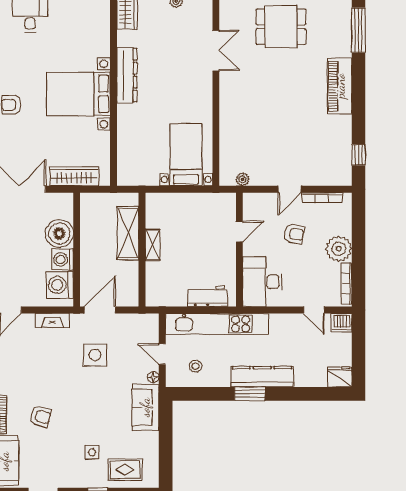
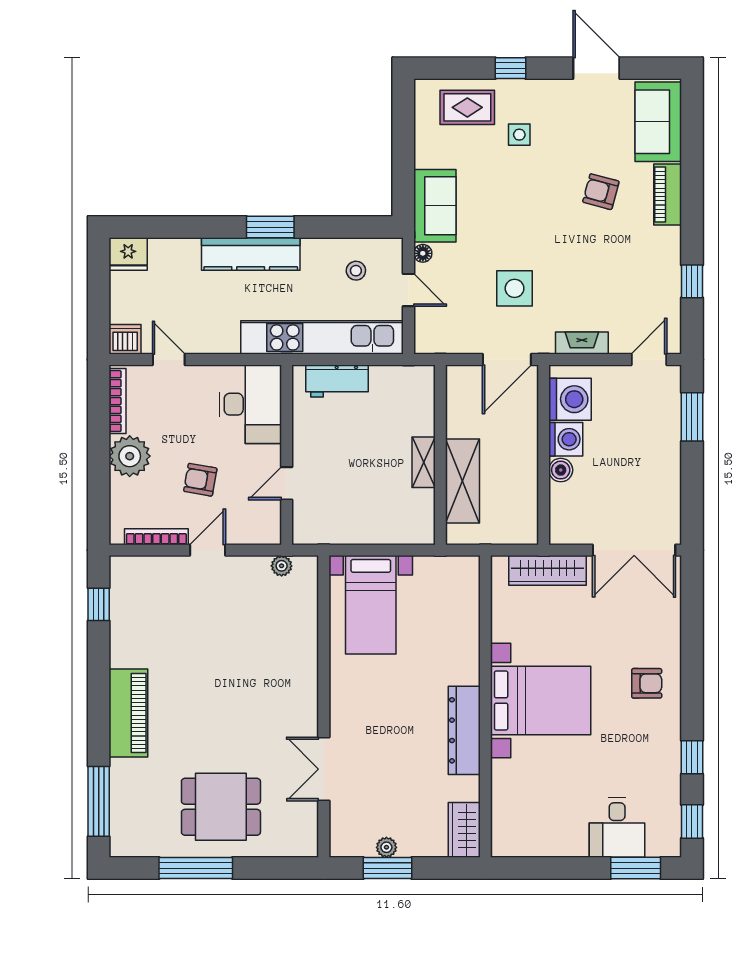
boiler: (59, 233) -> (561, 470), width x0.54, depth x0.54

